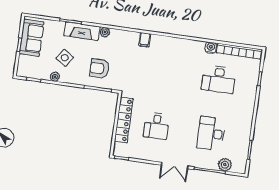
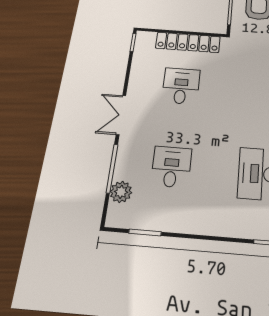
desk: (156, 126) -> (181, 86), turned 90
desk: (211, 134) -> (171, 167), width x0.73

